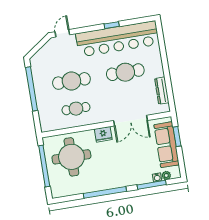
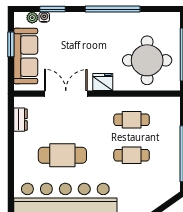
cafe table: (71, 81) -> (132, 155), width x0.73, depth x0.74
dresser: (162, 91) -> (20, 120), width x0.70
window: (177, 137) -> (11, 44), moved
window: (152, 185) -> (53, 9), width x0.69

